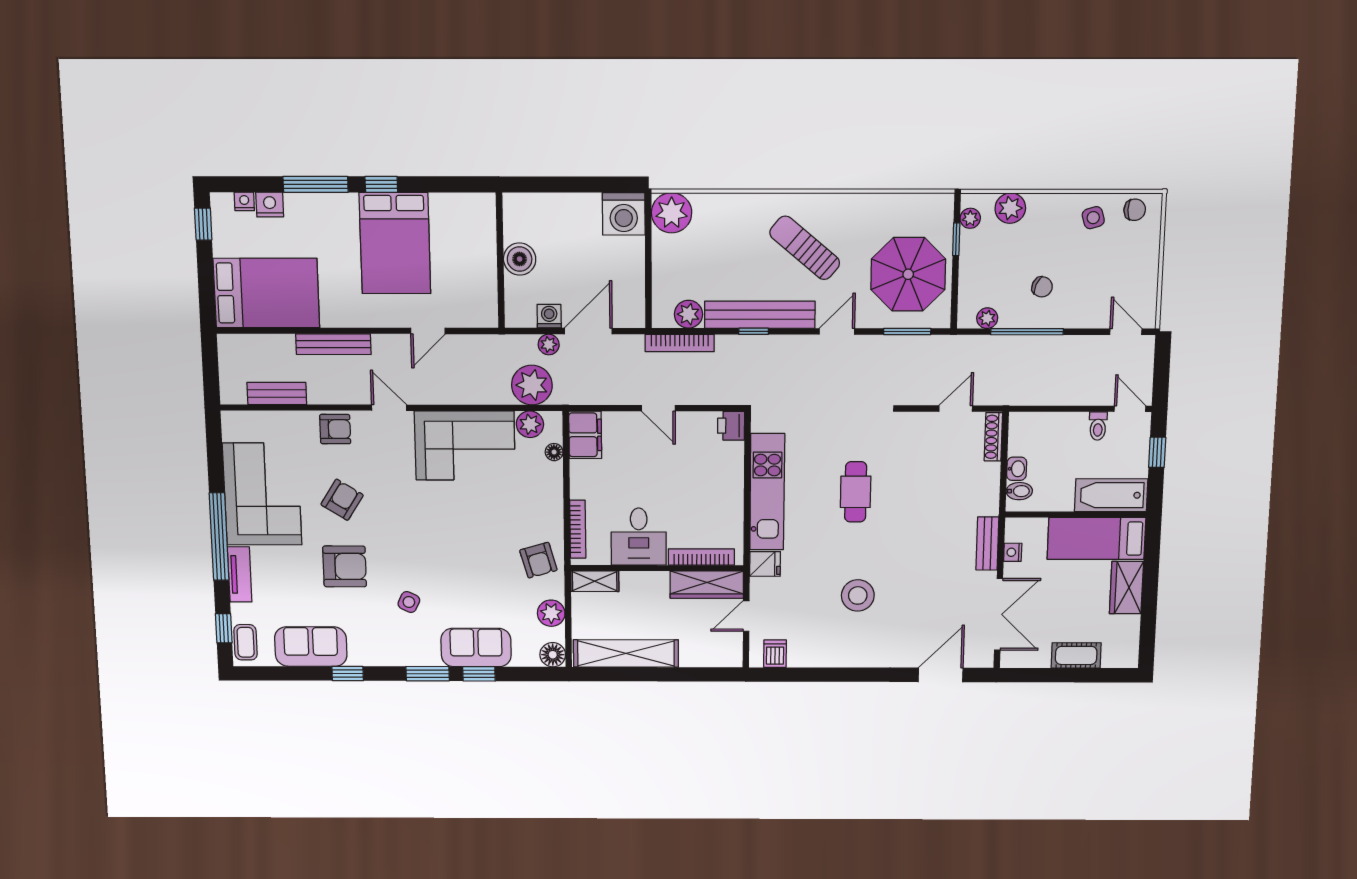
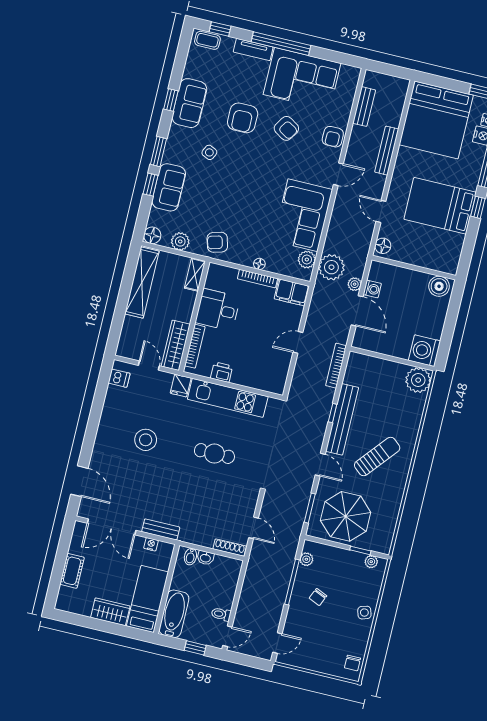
plant: (1010, 208) -> (372, 587), removed
side table: (1093, 218) -> (364, 613), moved
boiler: (520, 259) -> (439, 286), moved
bed: (266, 293) -> (436, 120), width x1.36
plant: (688, 314) -> (353, 375), removed
floor lamp: (479, 316) -> (383, 246), added
printer: (731, 426) -> (222, 372), moved
floor lamp: (554, 452) -> (259, 264), moved
bookcase: (578, 529) -> (257, 279), moved
sofa: (311, 647) -> (189, 103), moved

